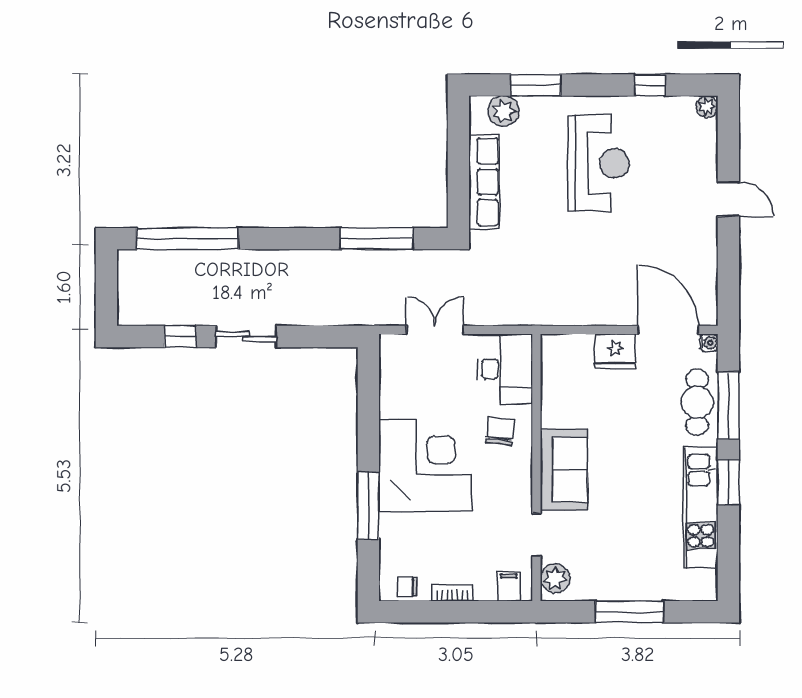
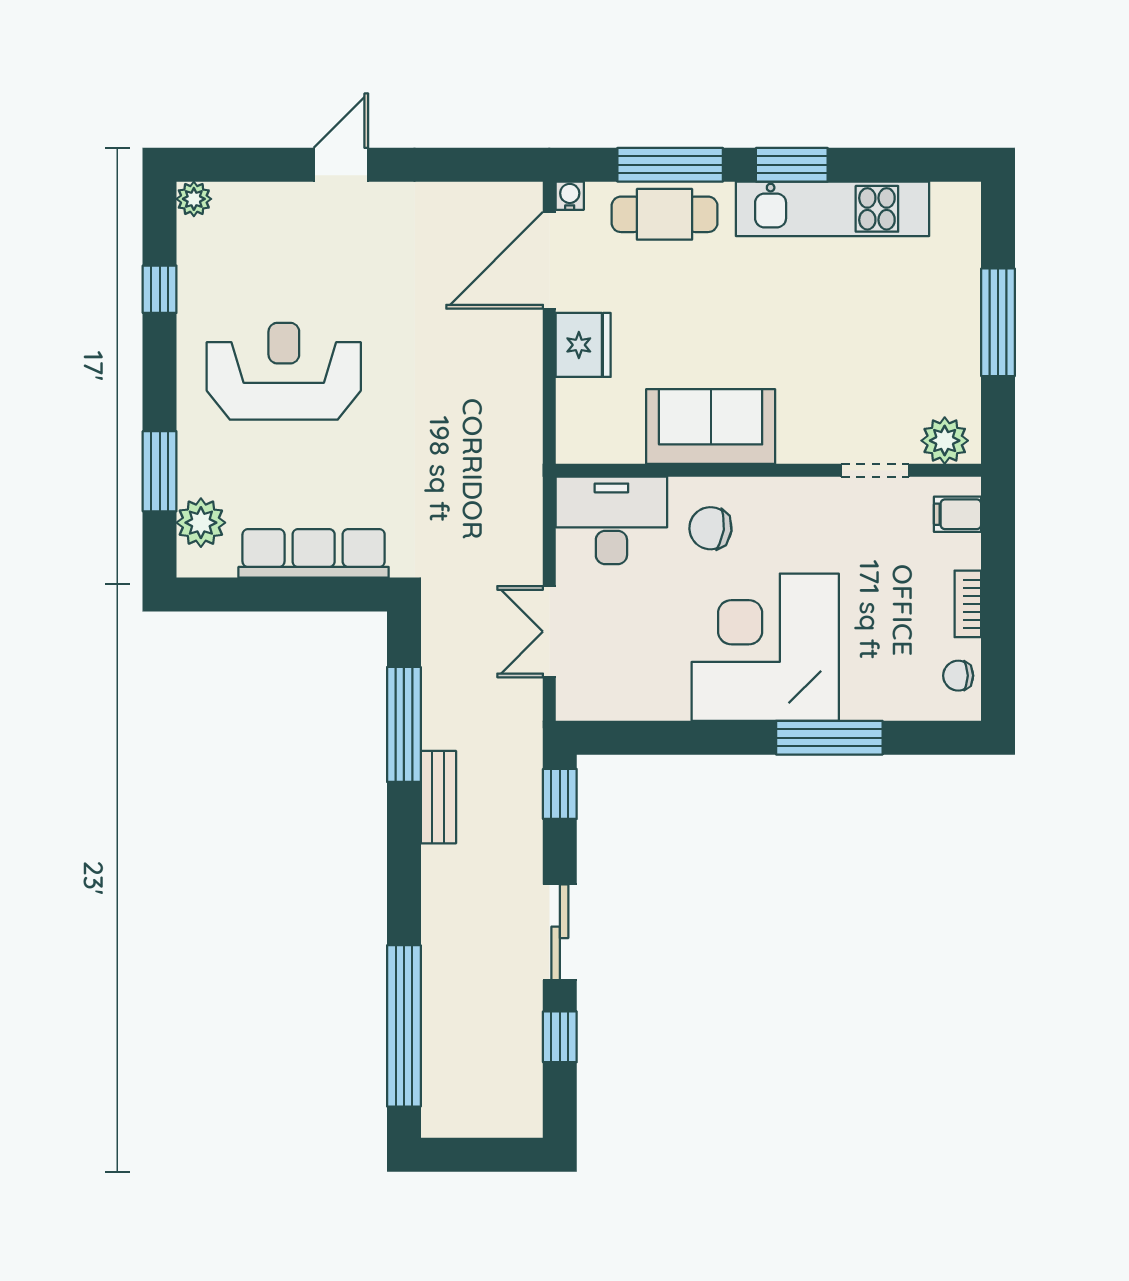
bench: (331, 260) -> (438, 797), added
window: (333, 337) -> (560, 794), added
sofa: (564, 470) -> (711, 427), moved
chair: (407, 587) -> (958, 676), turned 90

